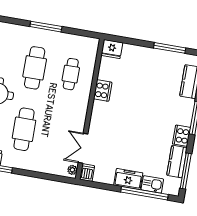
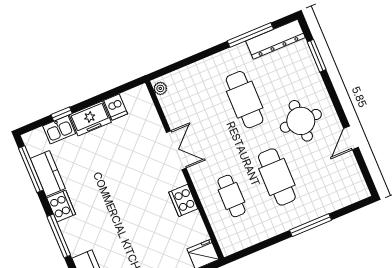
window: (46, 27) -> (311, 225), moved
double door: (83, 148) -> (176, 150), moved
dishwasher: (87, 173) -> (116, 107), moved
window: (144, 193) -> (62, 114), width x0.32

